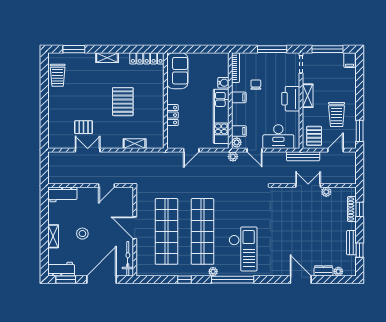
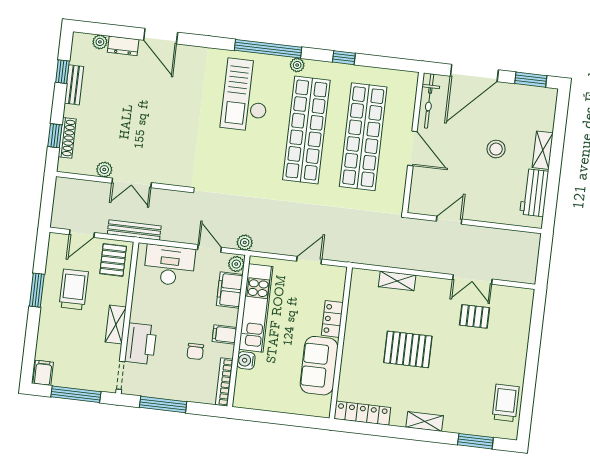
sofa: (177, 71) -> (319, 366), moved
printer: (291, 99) -> (141, 344), moved
pallet: (123, 102) -> (408, 349), turned 90
filing cabinet: (239, 131) -> (230, 290), width x2.00
window: (360, 131) -> (37, 290), moved
workbench: (62, 194) -> (534, 193), moved, turned -90
workbench: (61, 269) -> (536, 97), removed

